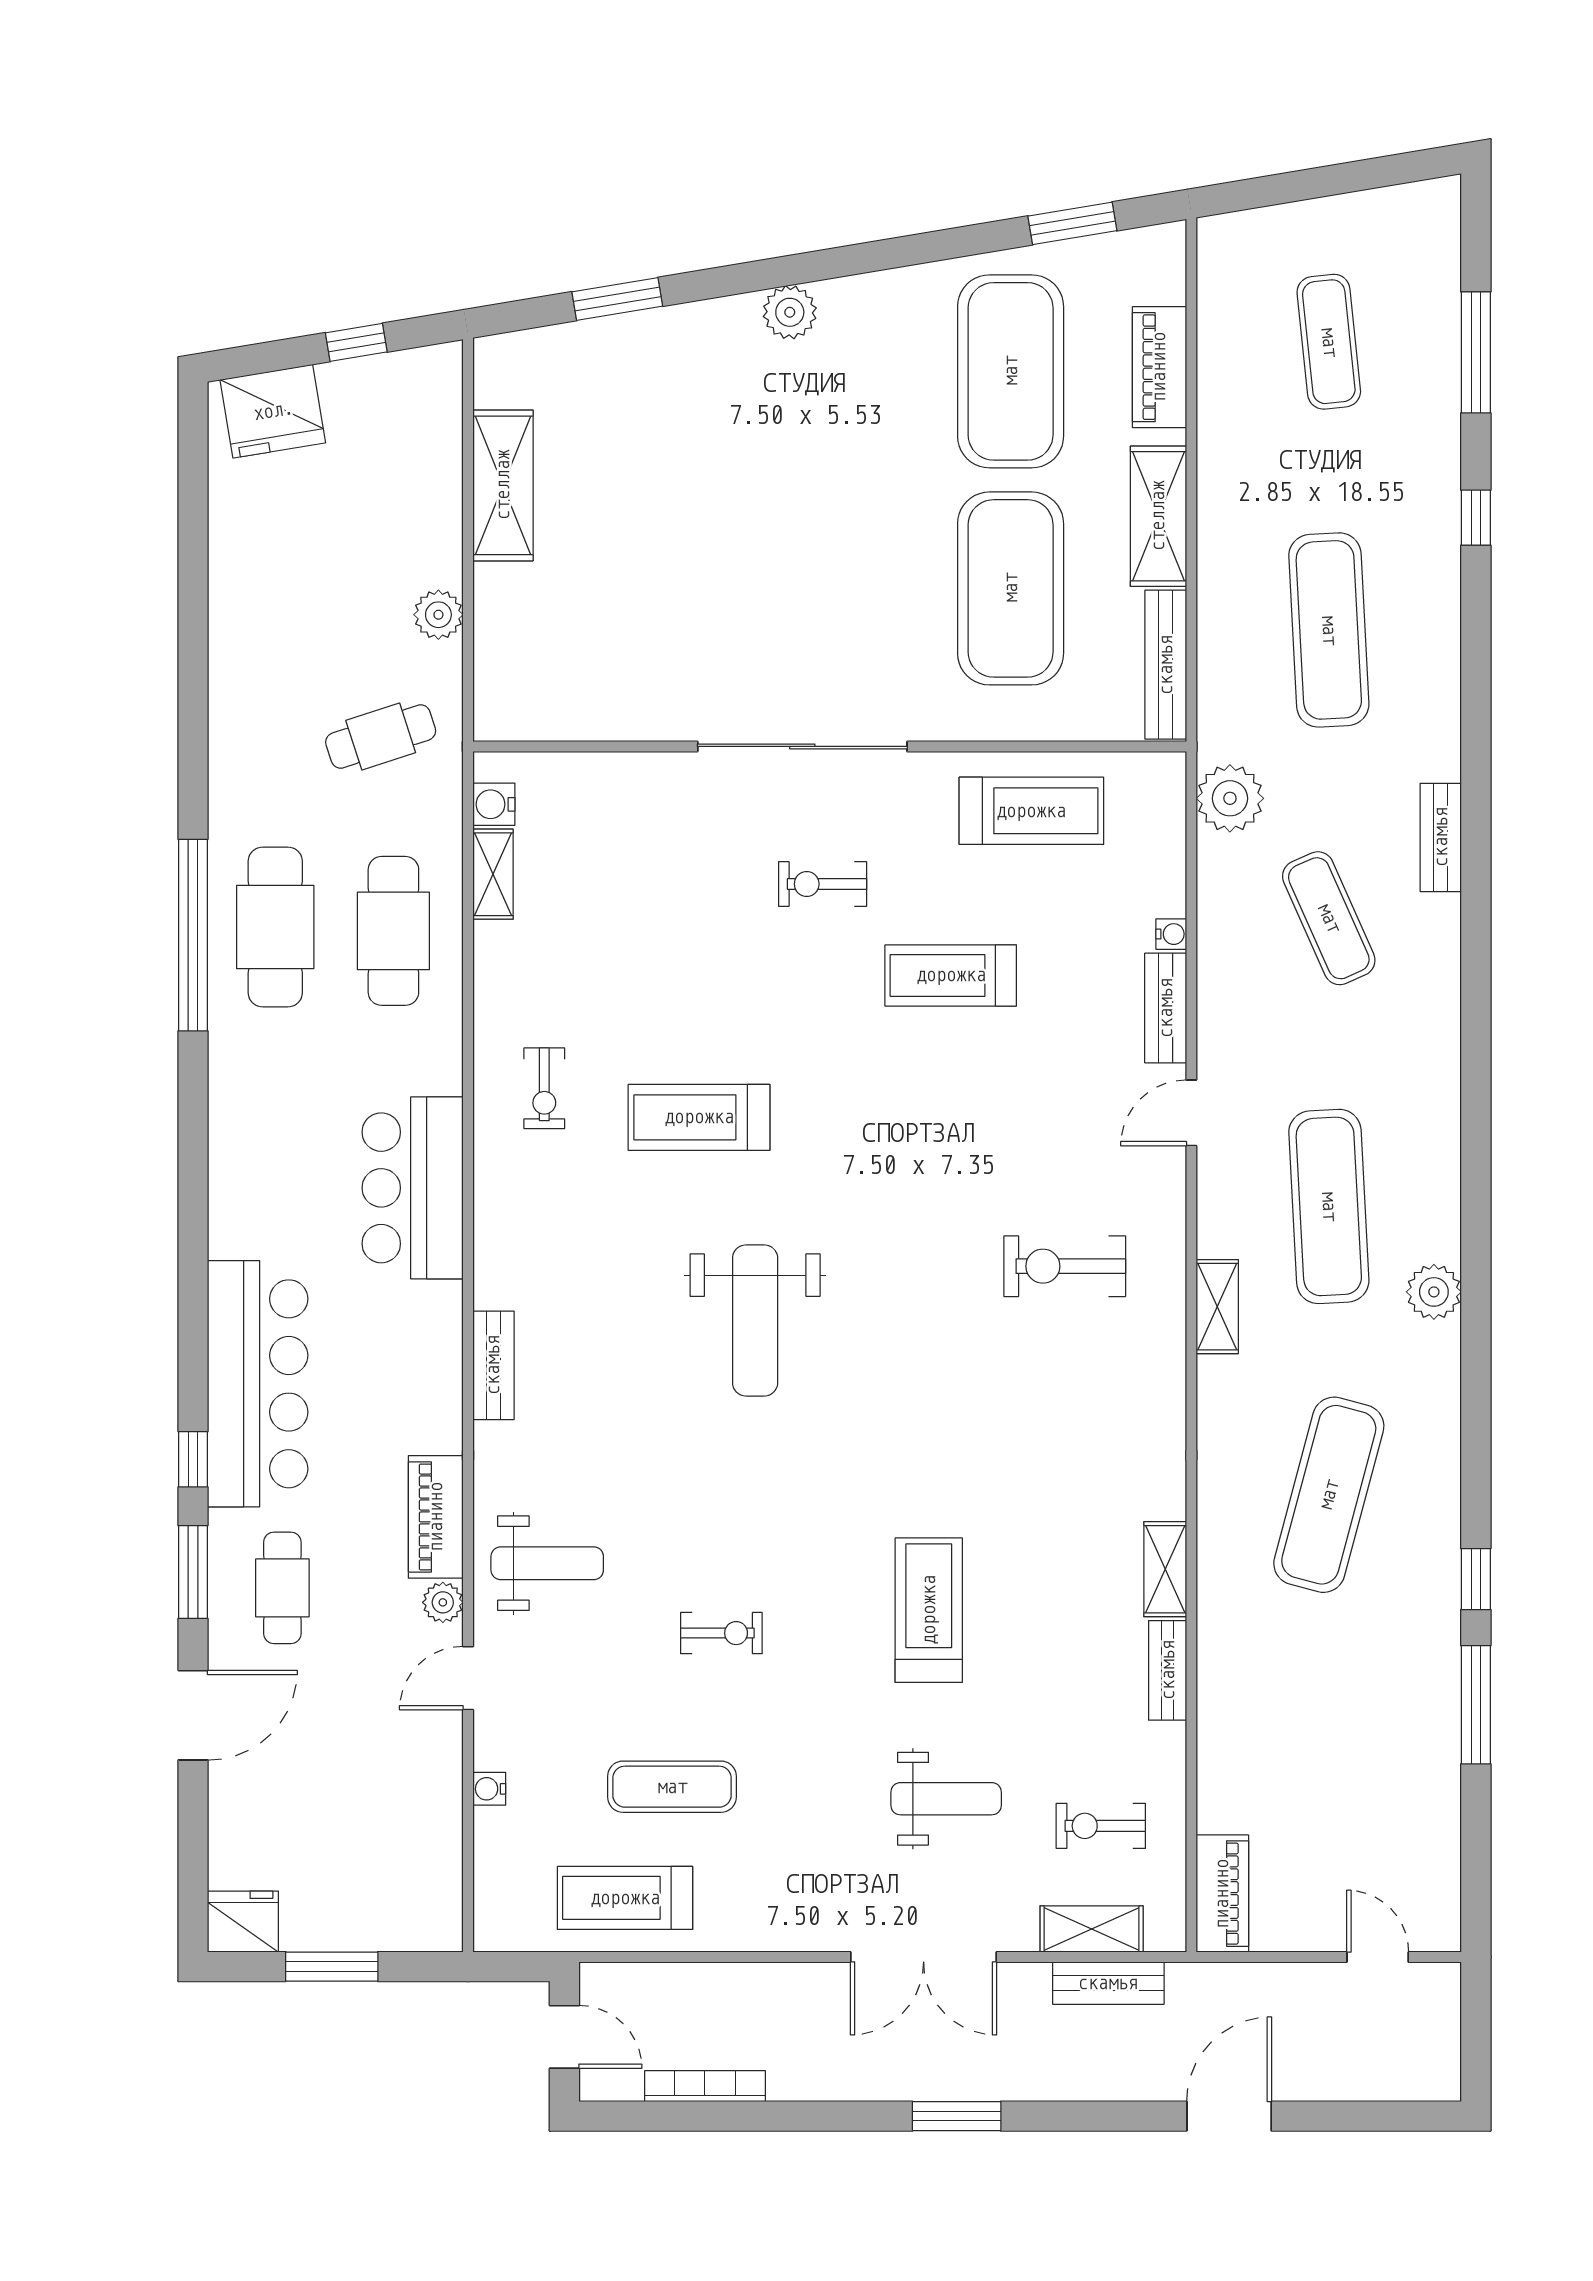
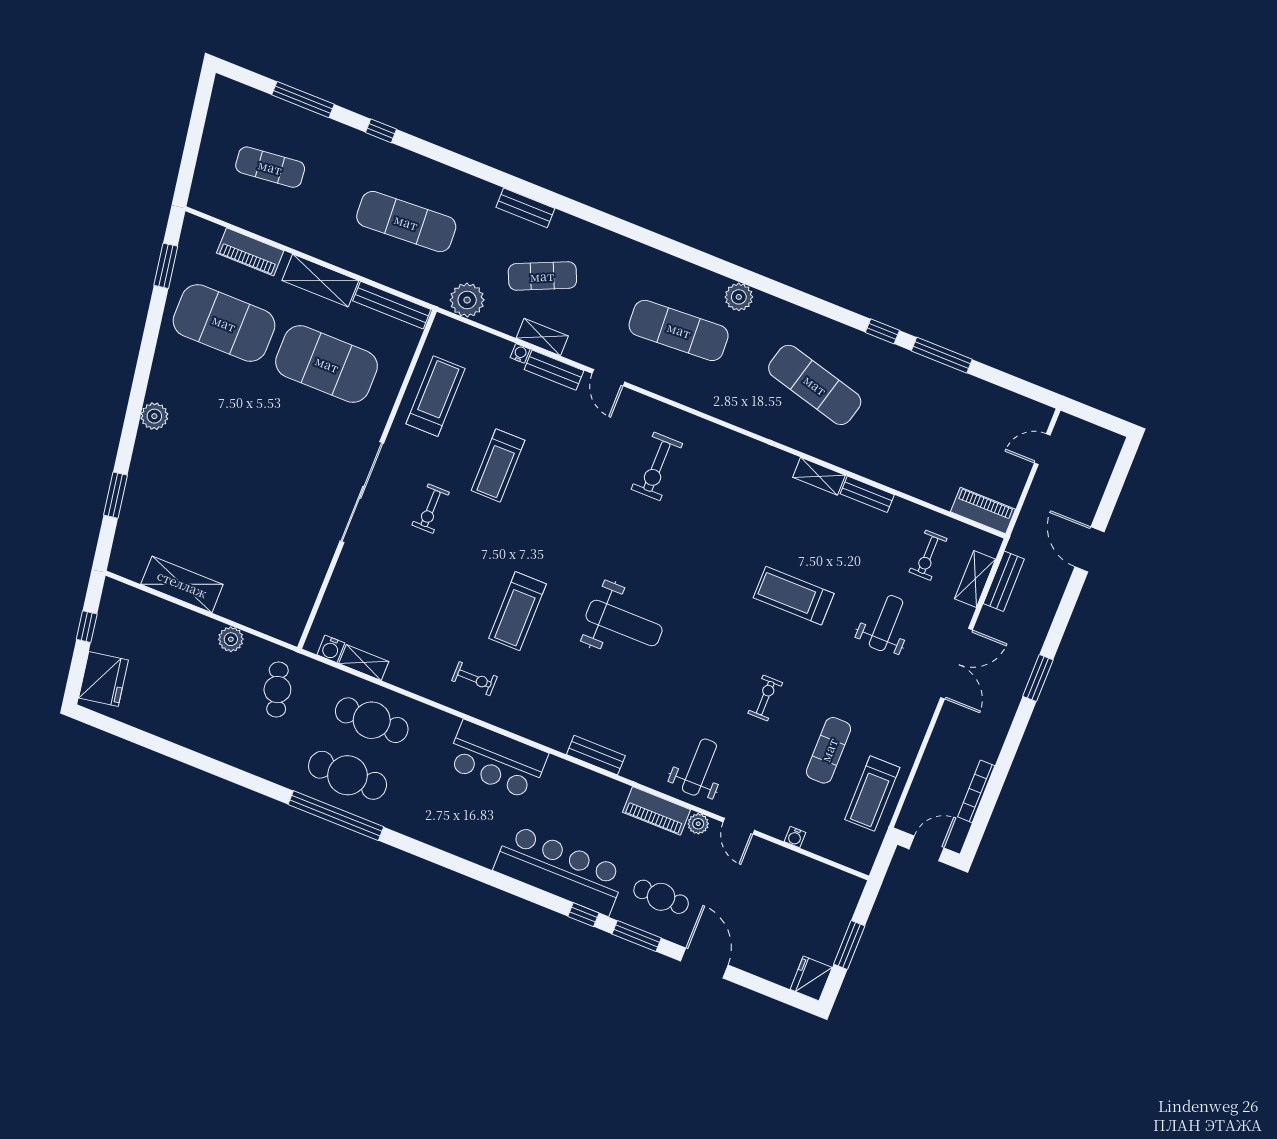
shelving: (1217, 1307) -> (542, 337), moved

